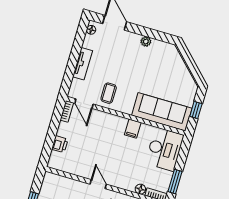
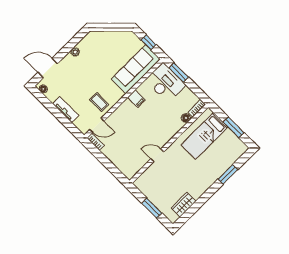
printer: (60, 144) -> (118, 161), removed
window: (175, 182) -> (179, 72), moved
door: (98, 184) -> (157, 155), moved

